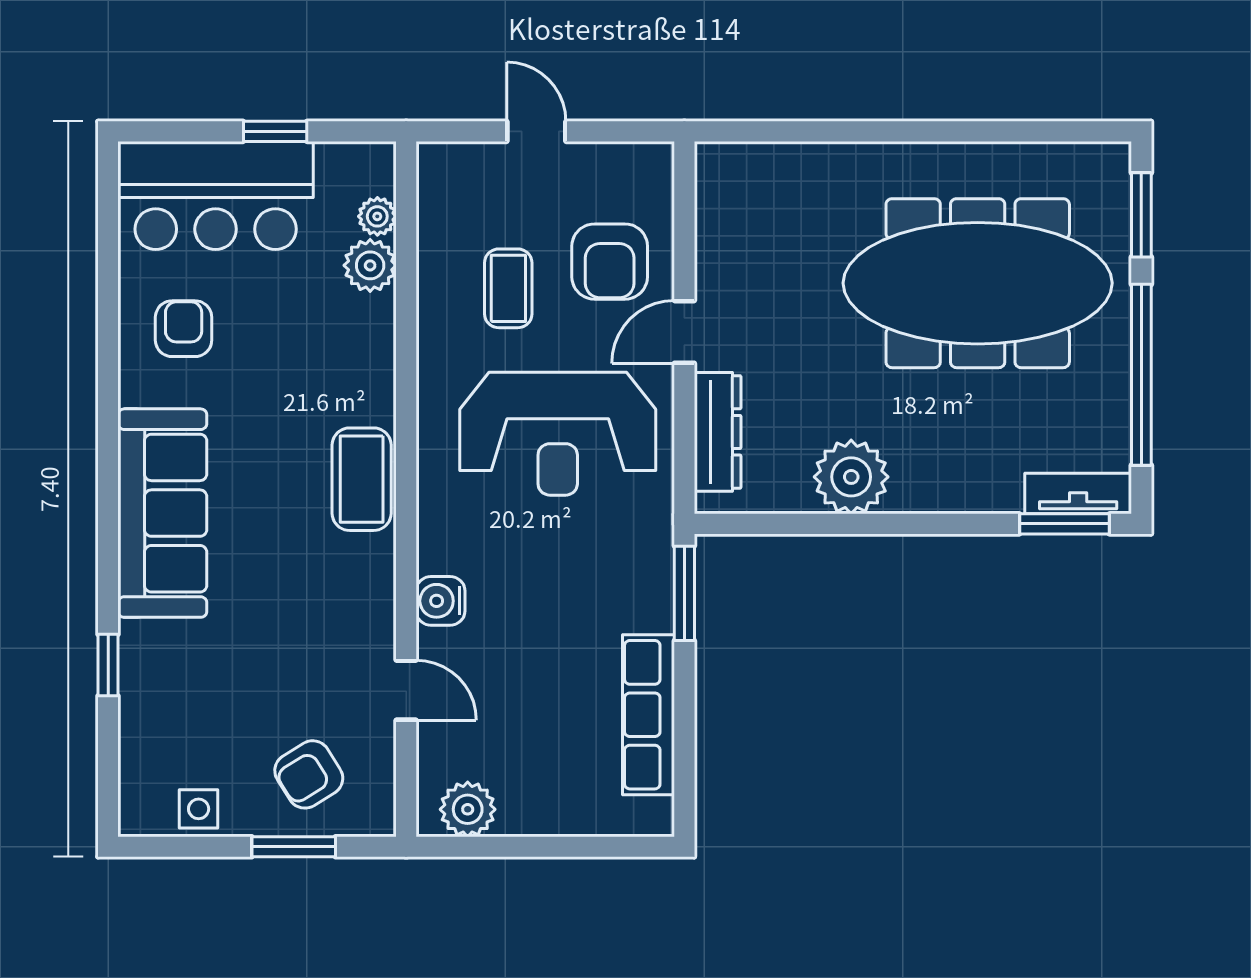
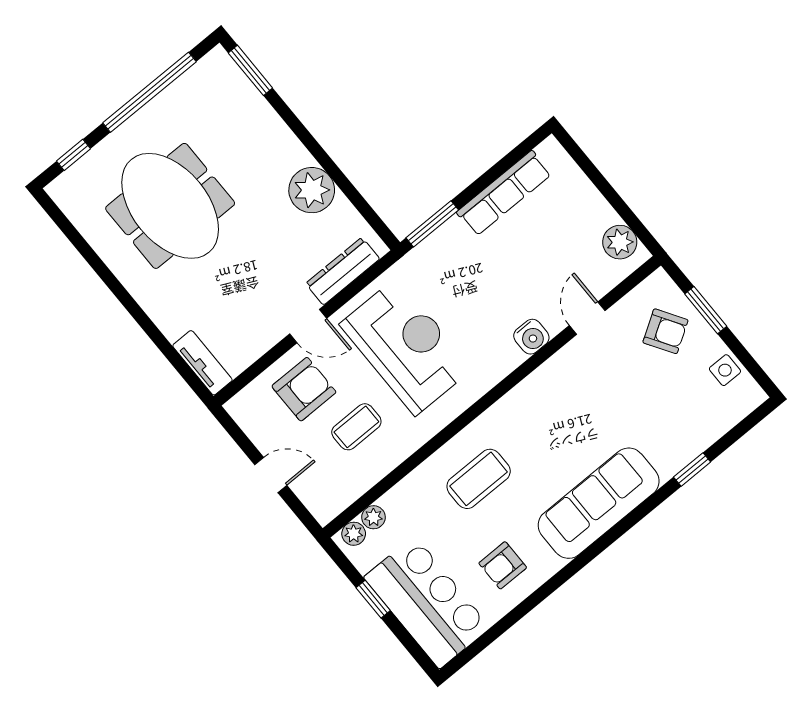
door: (536, 131) -> (271, 475), swing flipped
window: (1141, 215) -> (74, 155), width x0.67
plant: (370, 265) -> (354, 534), moved, width x0.73, depth x0.73
meeting table: (978, 283) -> (170, 206), width x0.73
coffee table: (362, 479) -> (479, 479), moved
tv unit: (1078, 494) -> (202, 363), moved, turned 180

